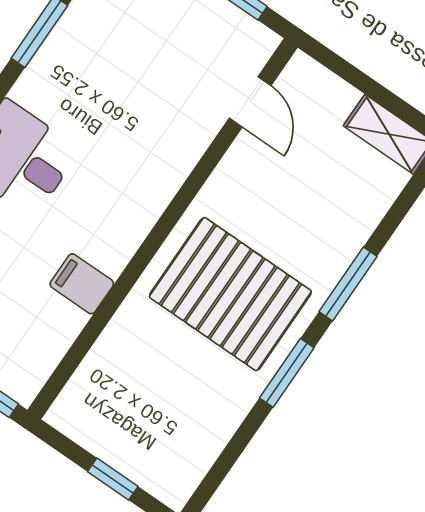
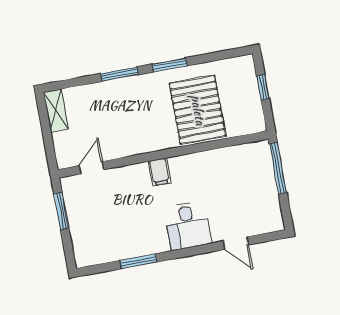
filing cabinet: (82, 284) -> (160, 172), moved
pallet: (230, 294) -> (198, 110), moved

